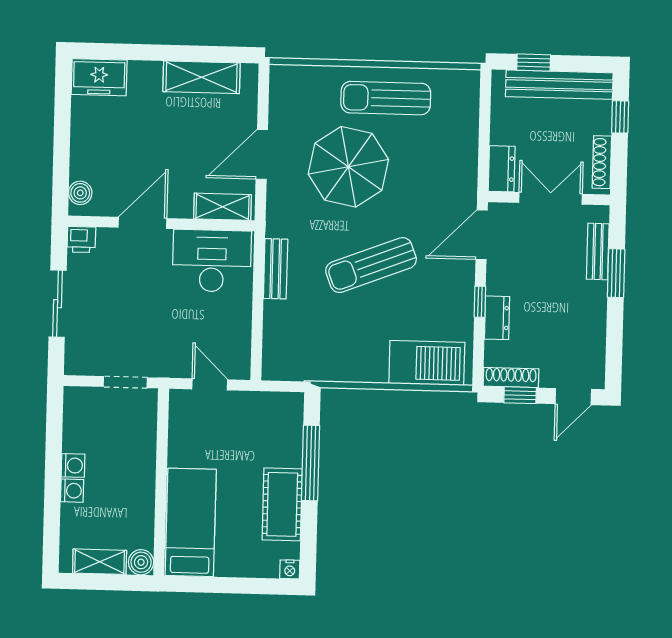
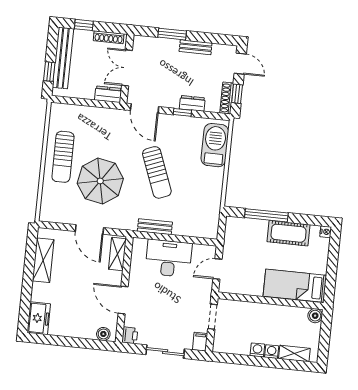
bench: (598, 251) -> (196, 47), moved
desk: (212, 261) -> (169, 258), moved, turned 90
filing cabinet: (80, 364) -> (200, 342), added
shelving: (100, 562) -> (294, 354), moved, turned 90

